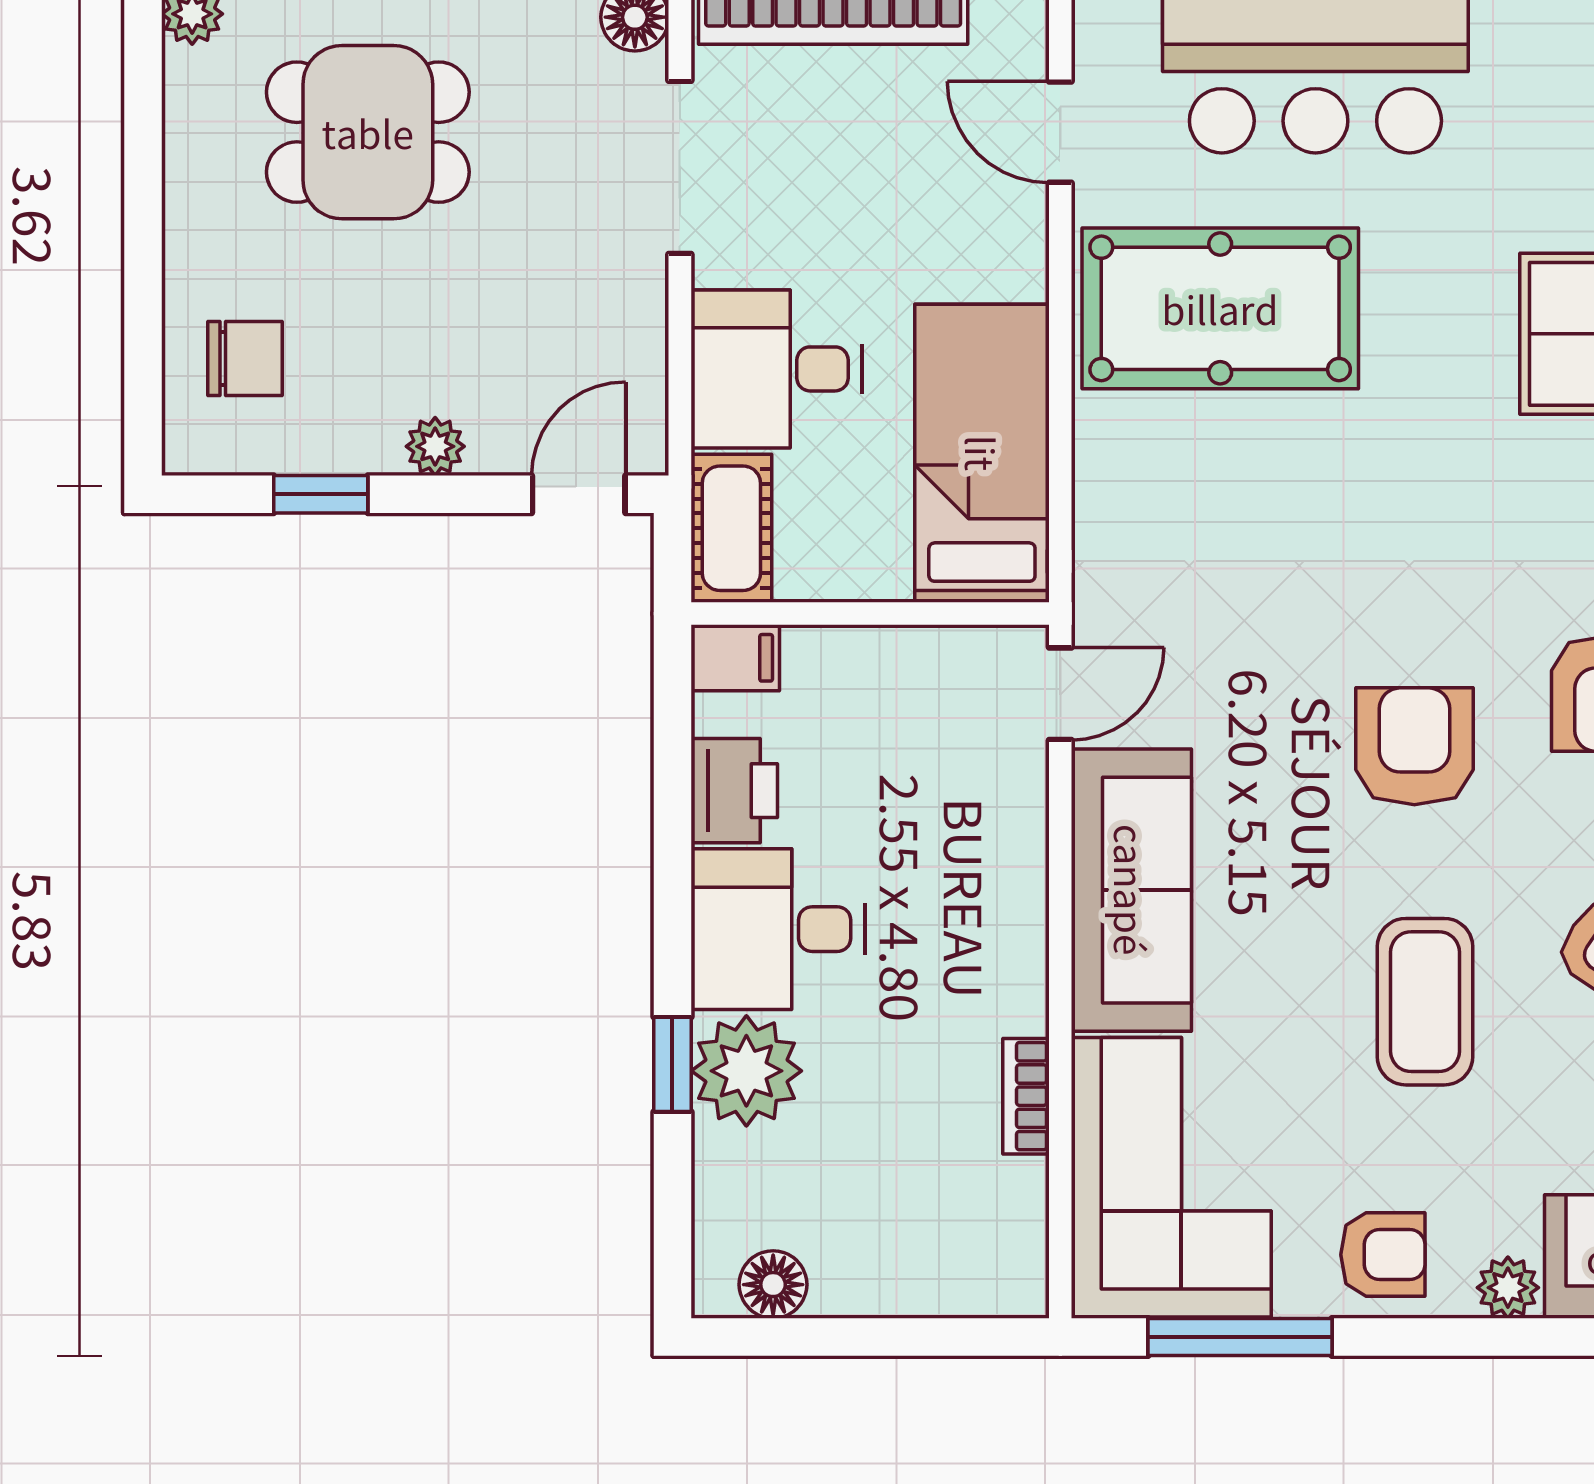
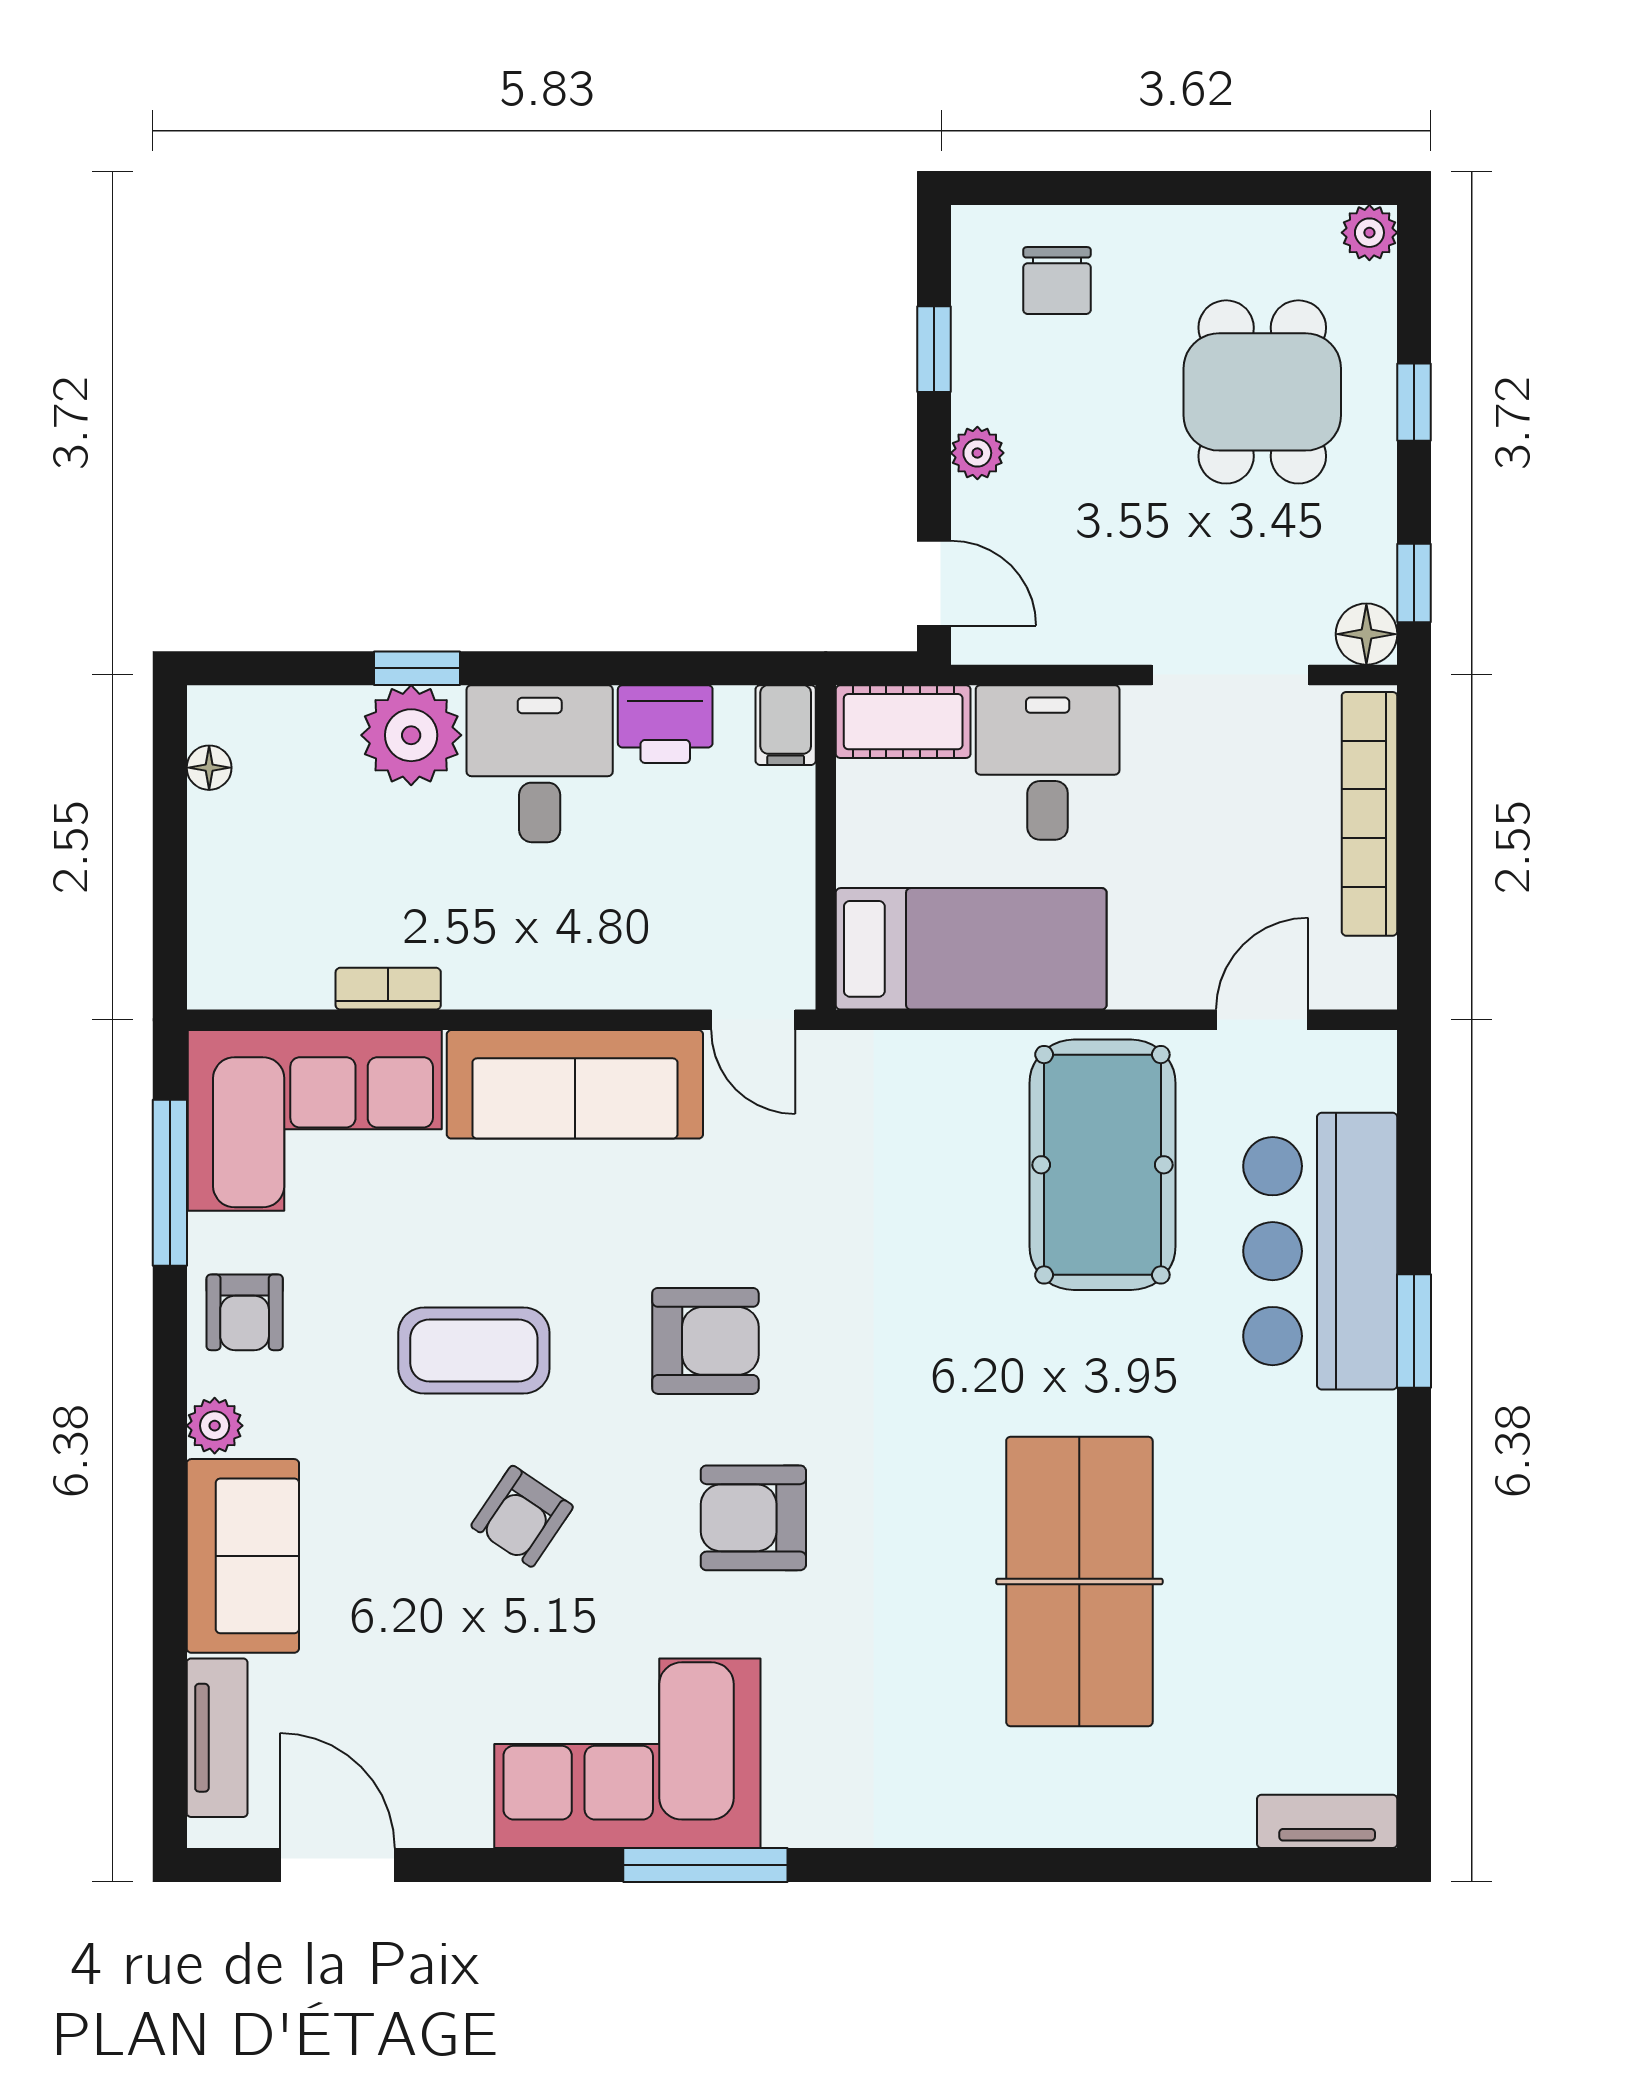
floor lamp: (773, 1285) -> (209, 768), width x0.73, depth x0.73

